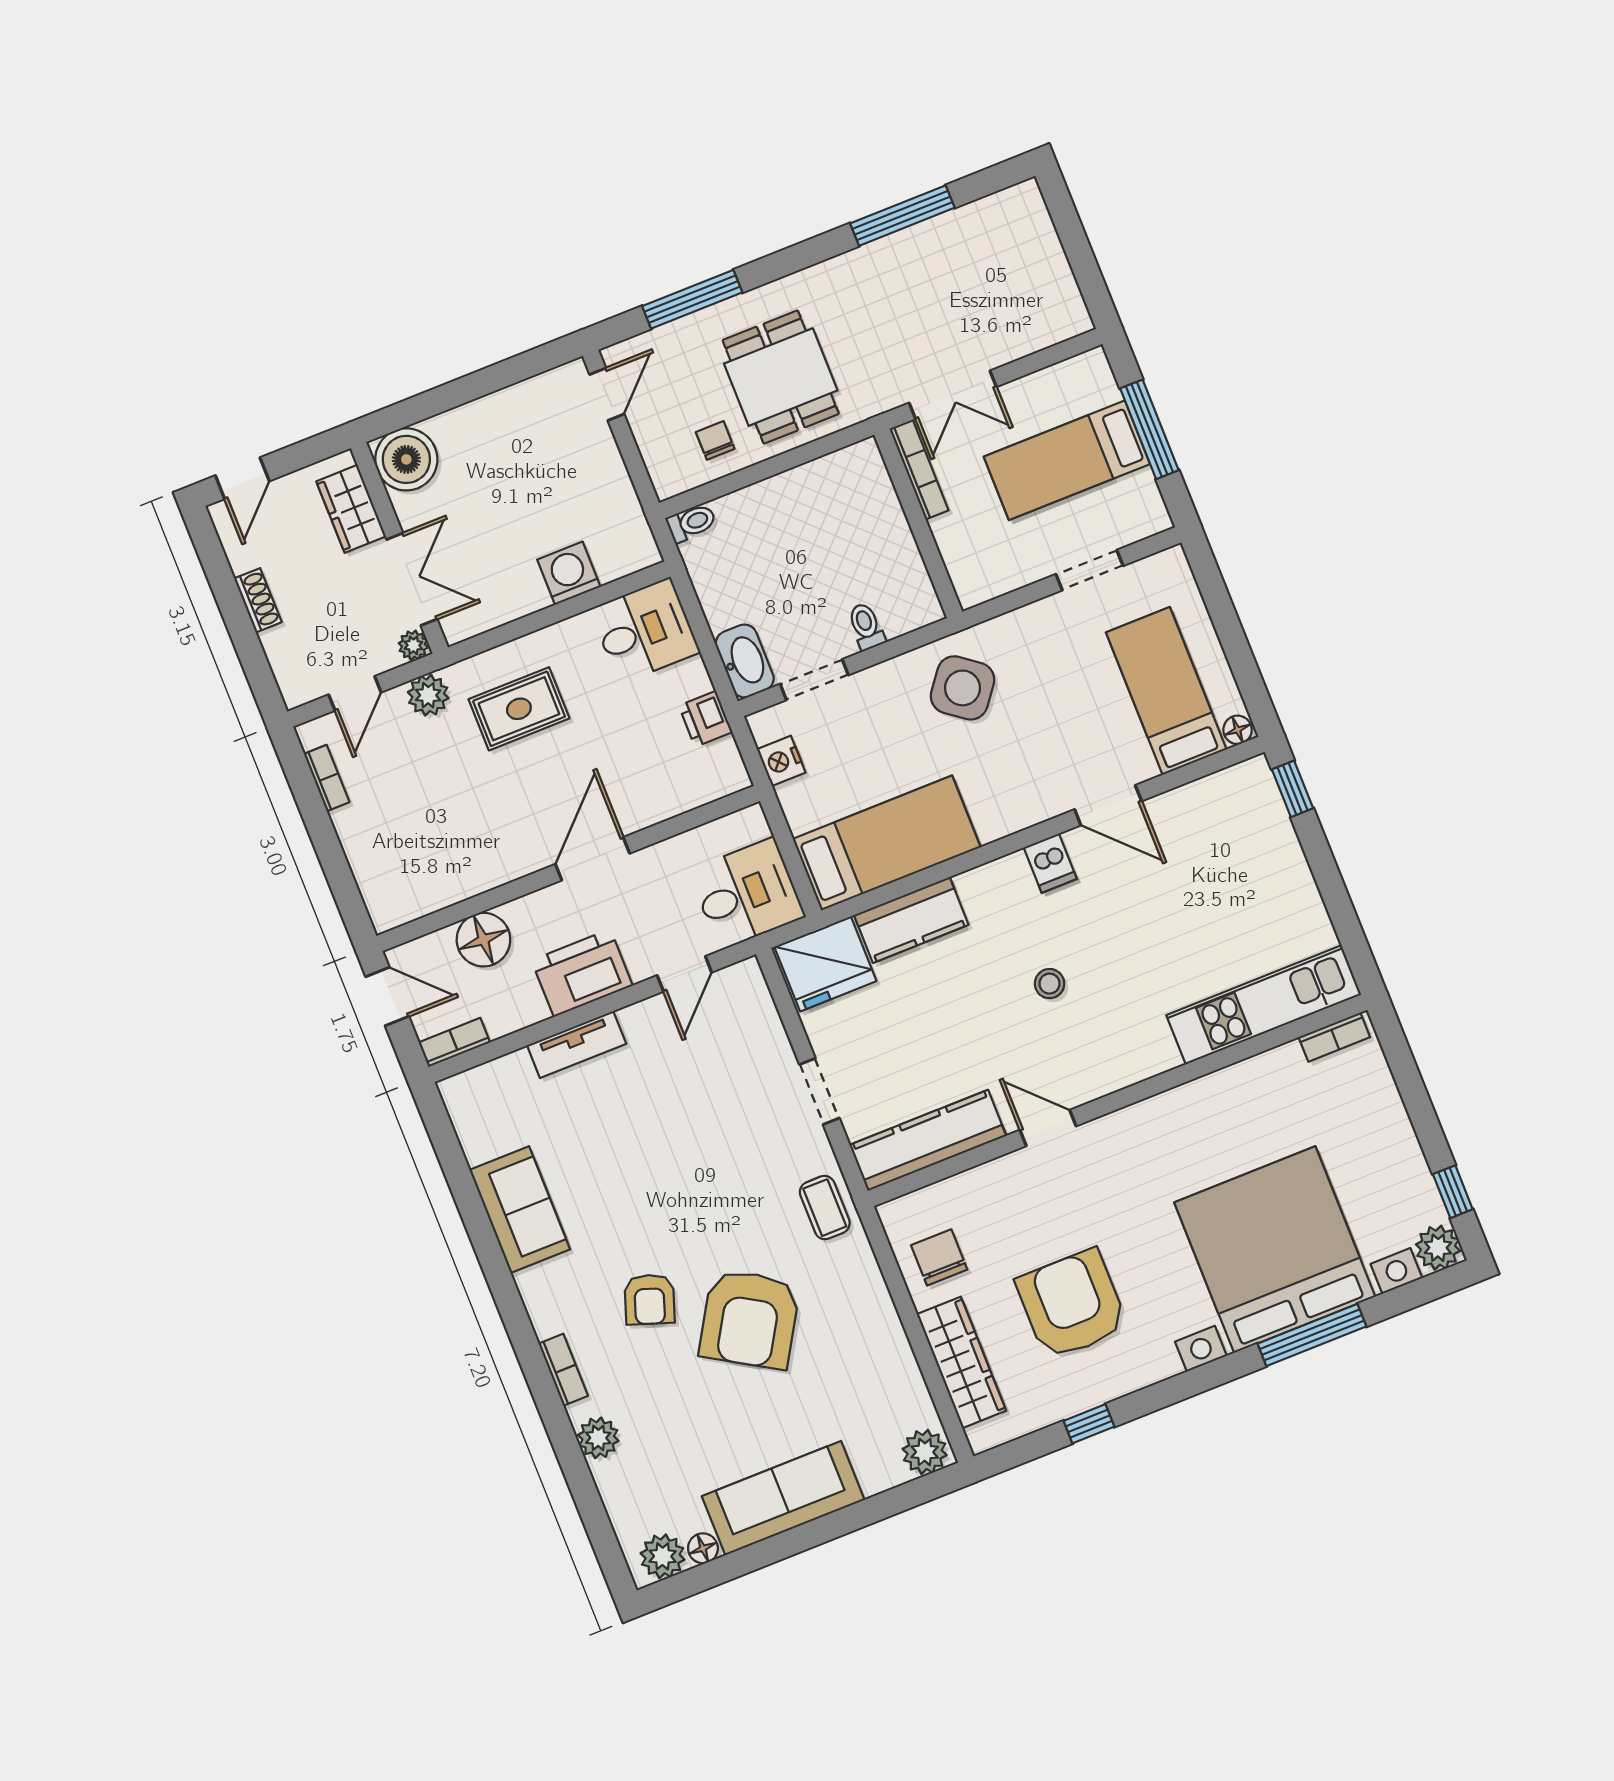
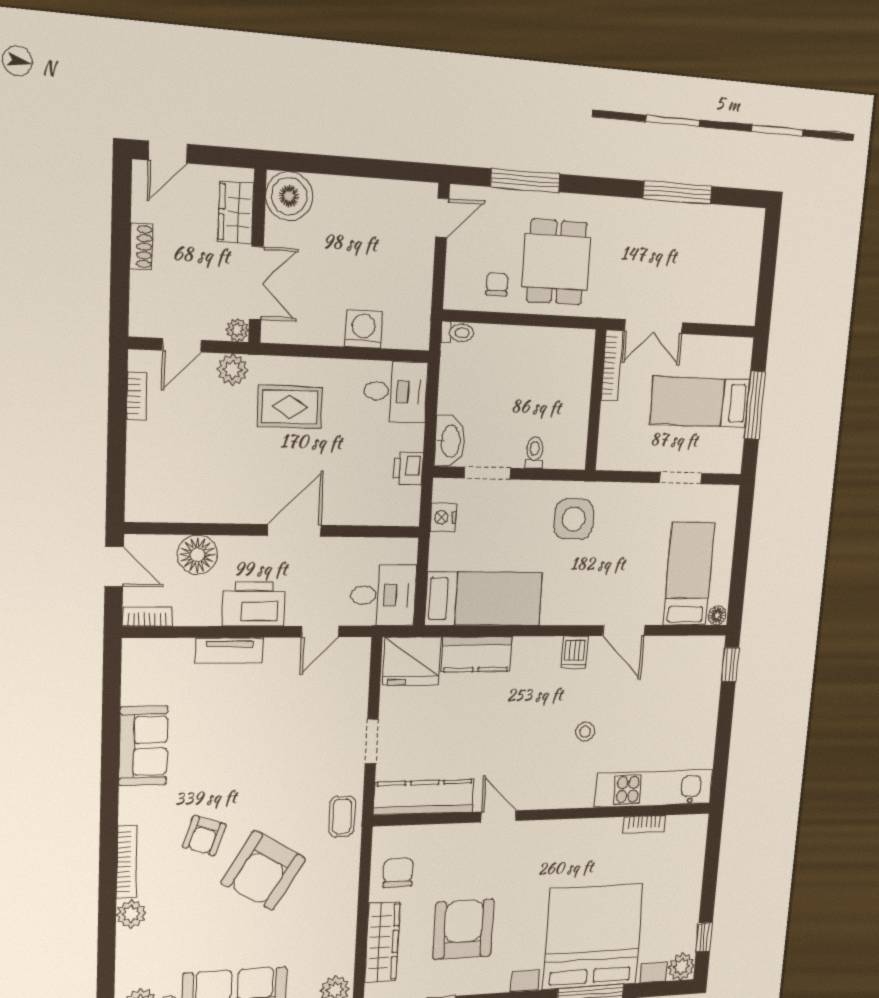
side table: (962, 688) -> (574, 519), turned -37
stool: (1050, 984) -> (585, 732), moved
bookcase: (1334, 1037) -> (644, 824), moved
bookcase: (563, 1370) -> (127, 862), width x1.56

